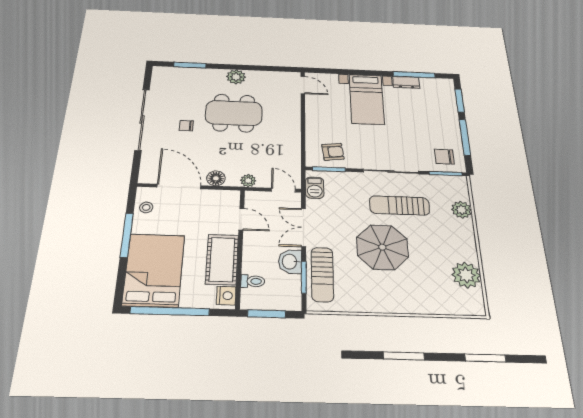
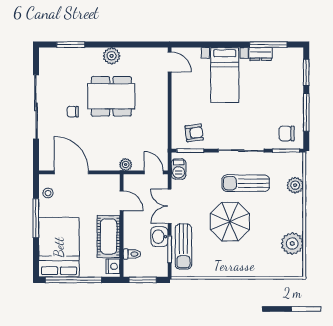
floor lamp: (216, 178) -> (100, 163), removed

